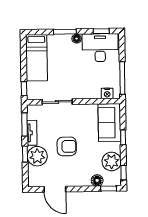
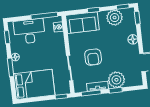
desk: (100, 48) -> (29, 31), moved, turned 90
bed: (37, 58) -> (34, 84), width x1.50
armchair: (67, 146) -> (93, 57), moved, turned 180
floor lamp: (97, 180) -> (133, 39), moved

